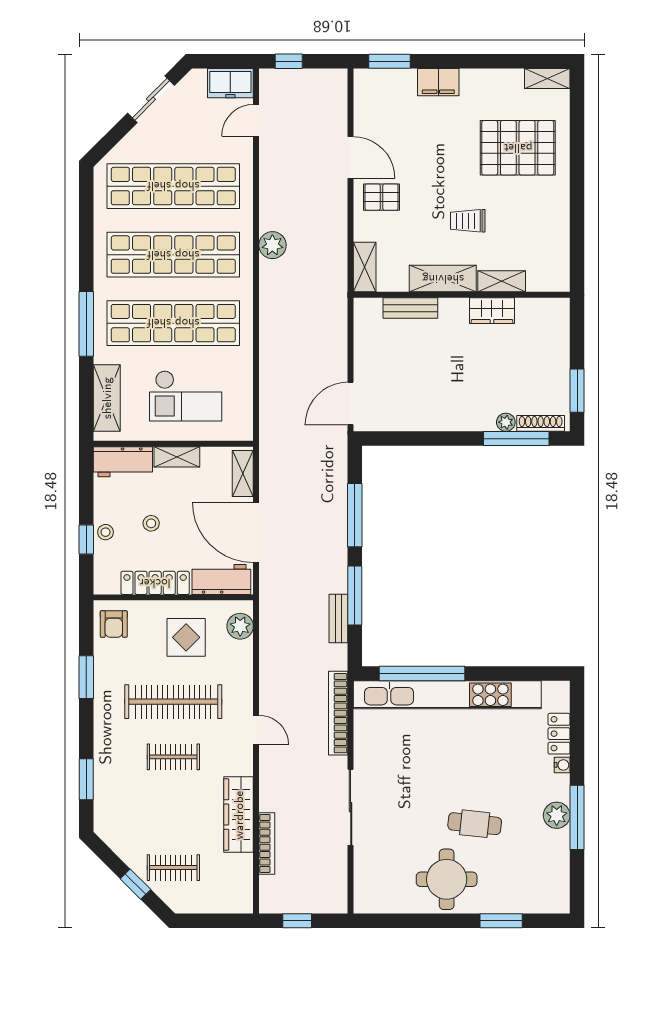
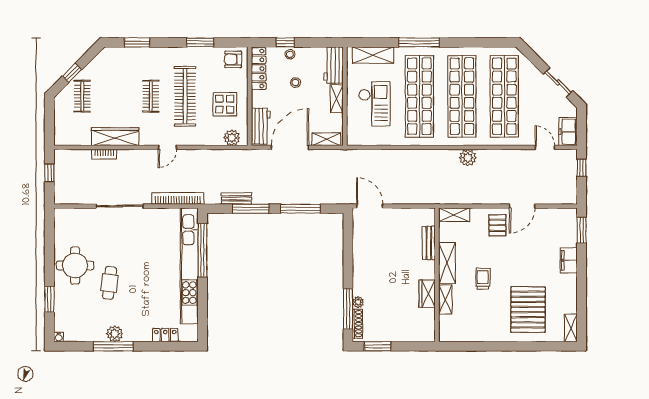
checkout: (186, 396) -> (374, 104), turned 180
locker: (155, 583) -> (259, 69), moved
water cooler: (562, 765) -> (59, 337), moved
bookcase: (267, 843) -> (104, 154), width x0.64

